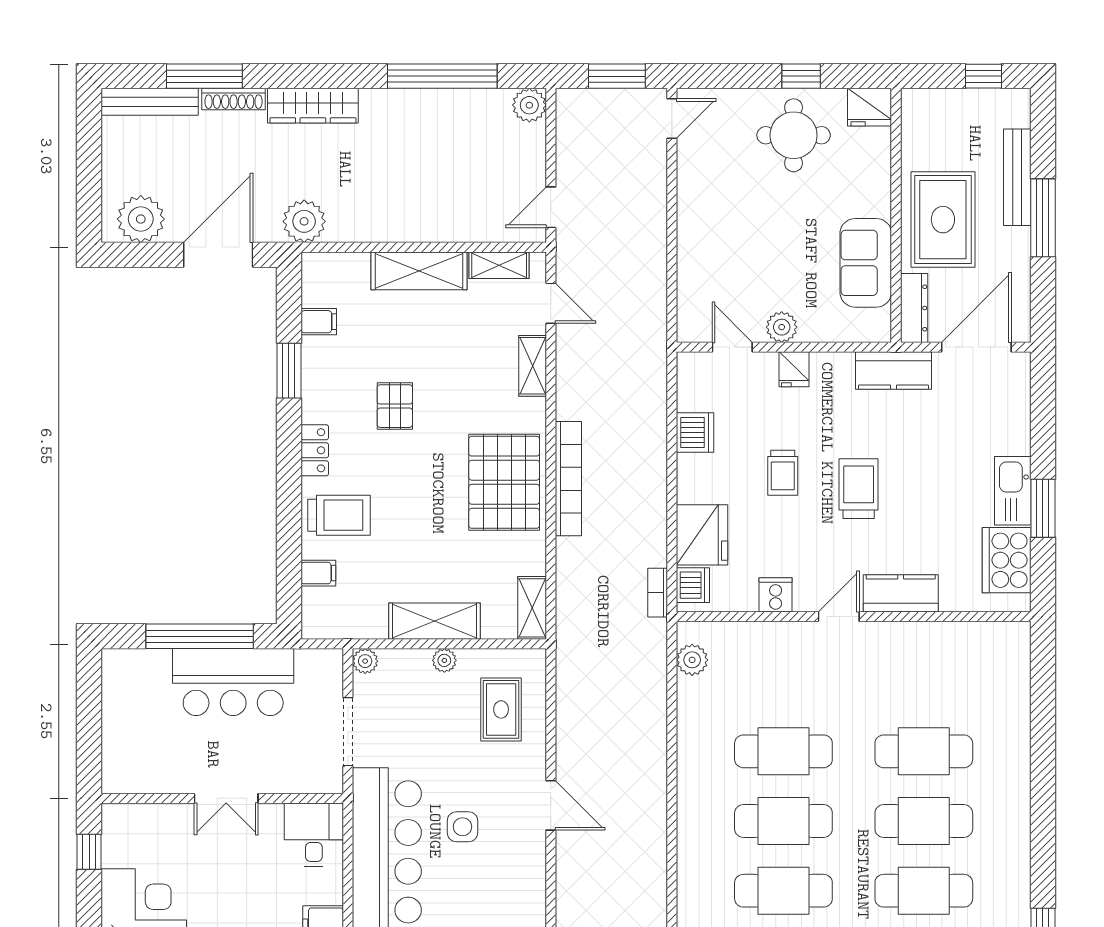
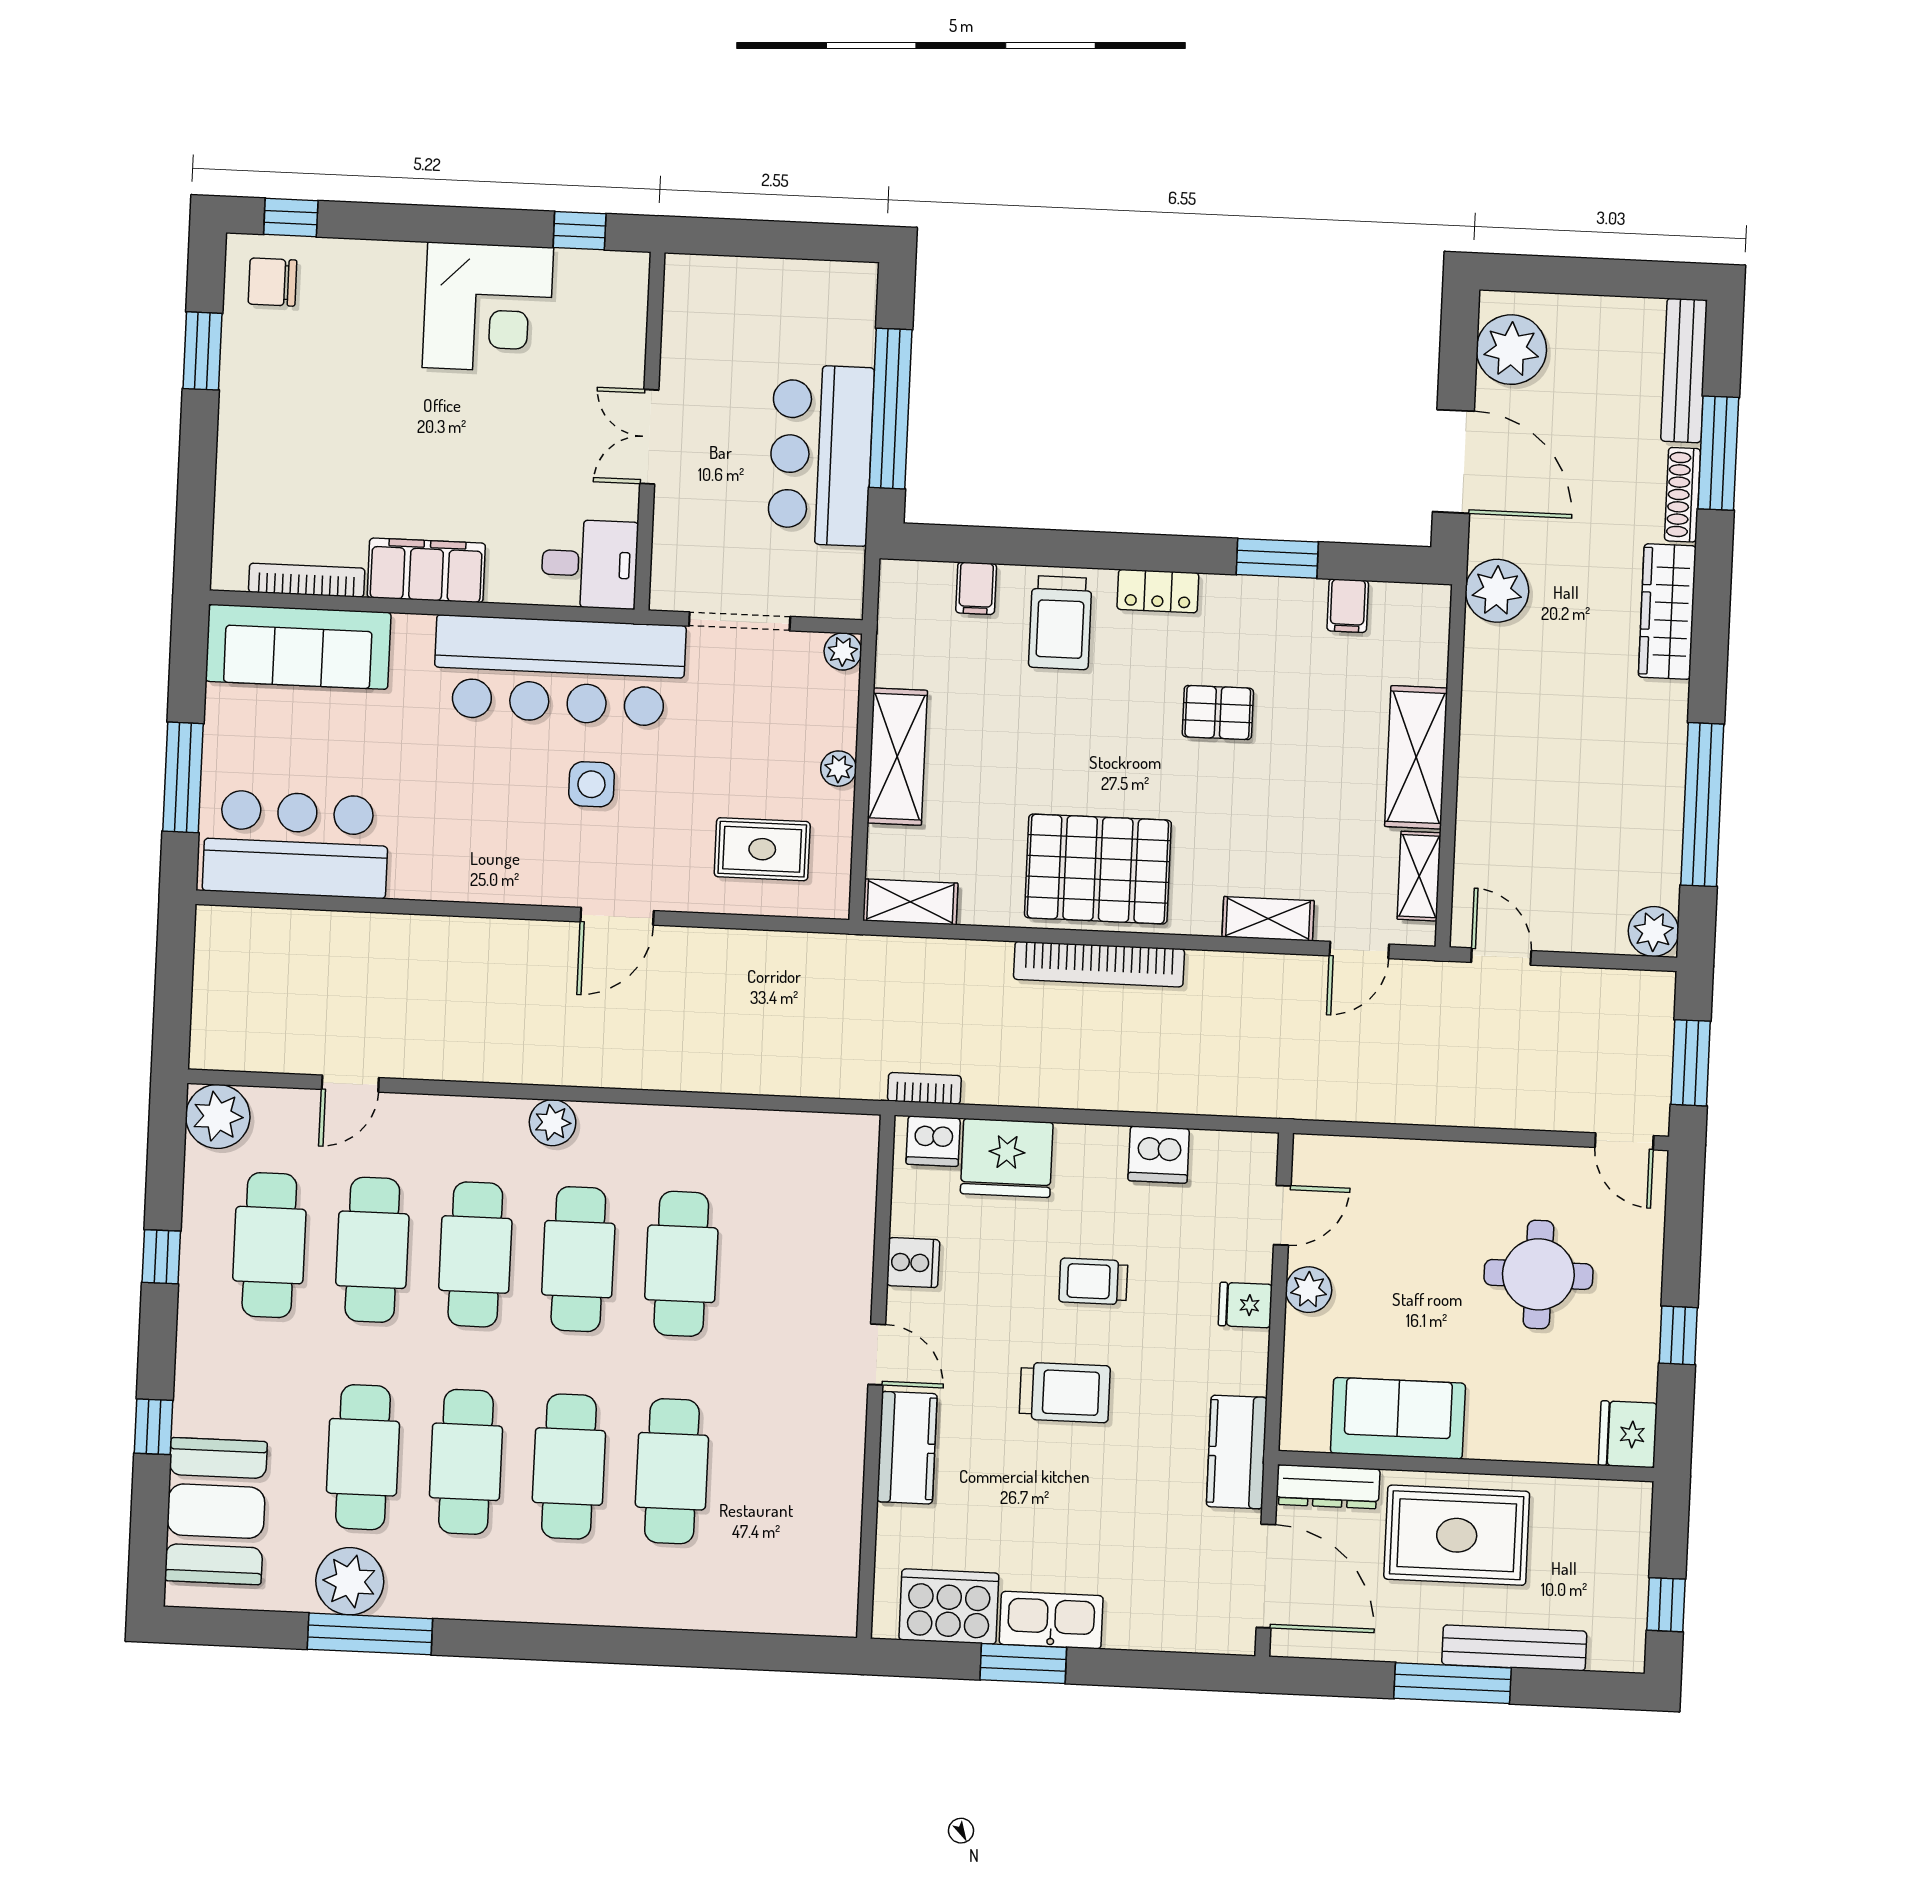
round table: (794, 135) -> (1538, 1274), moved
plant: (692, 660) -> (553, 1123), moved

